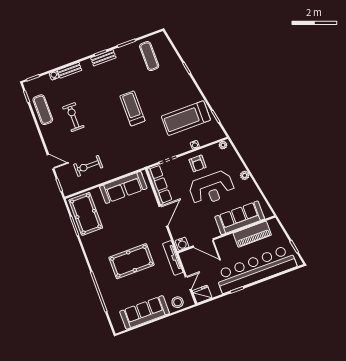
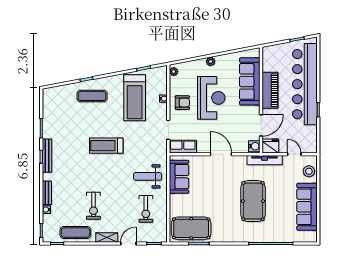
exercise mat: (149, 56) -> (92, 96), moved
bench: (103, 58) -> (47, 156), width x1.36
exercise bike: (73, 117) -> (93, 206), turned -90
shelving: (49, 140) -> (107, 237), added
weight bench: (118, 157) -> (148, 176), added
row of seats: (160, 185) -> (183, 147), width x0.68
sofa: (123, 187) -> (179, 177), width x0.73
piano: (252, 234) -> (270, 90), moved
fridge: (202, 294) -> (270, 146), moved, turned 90

